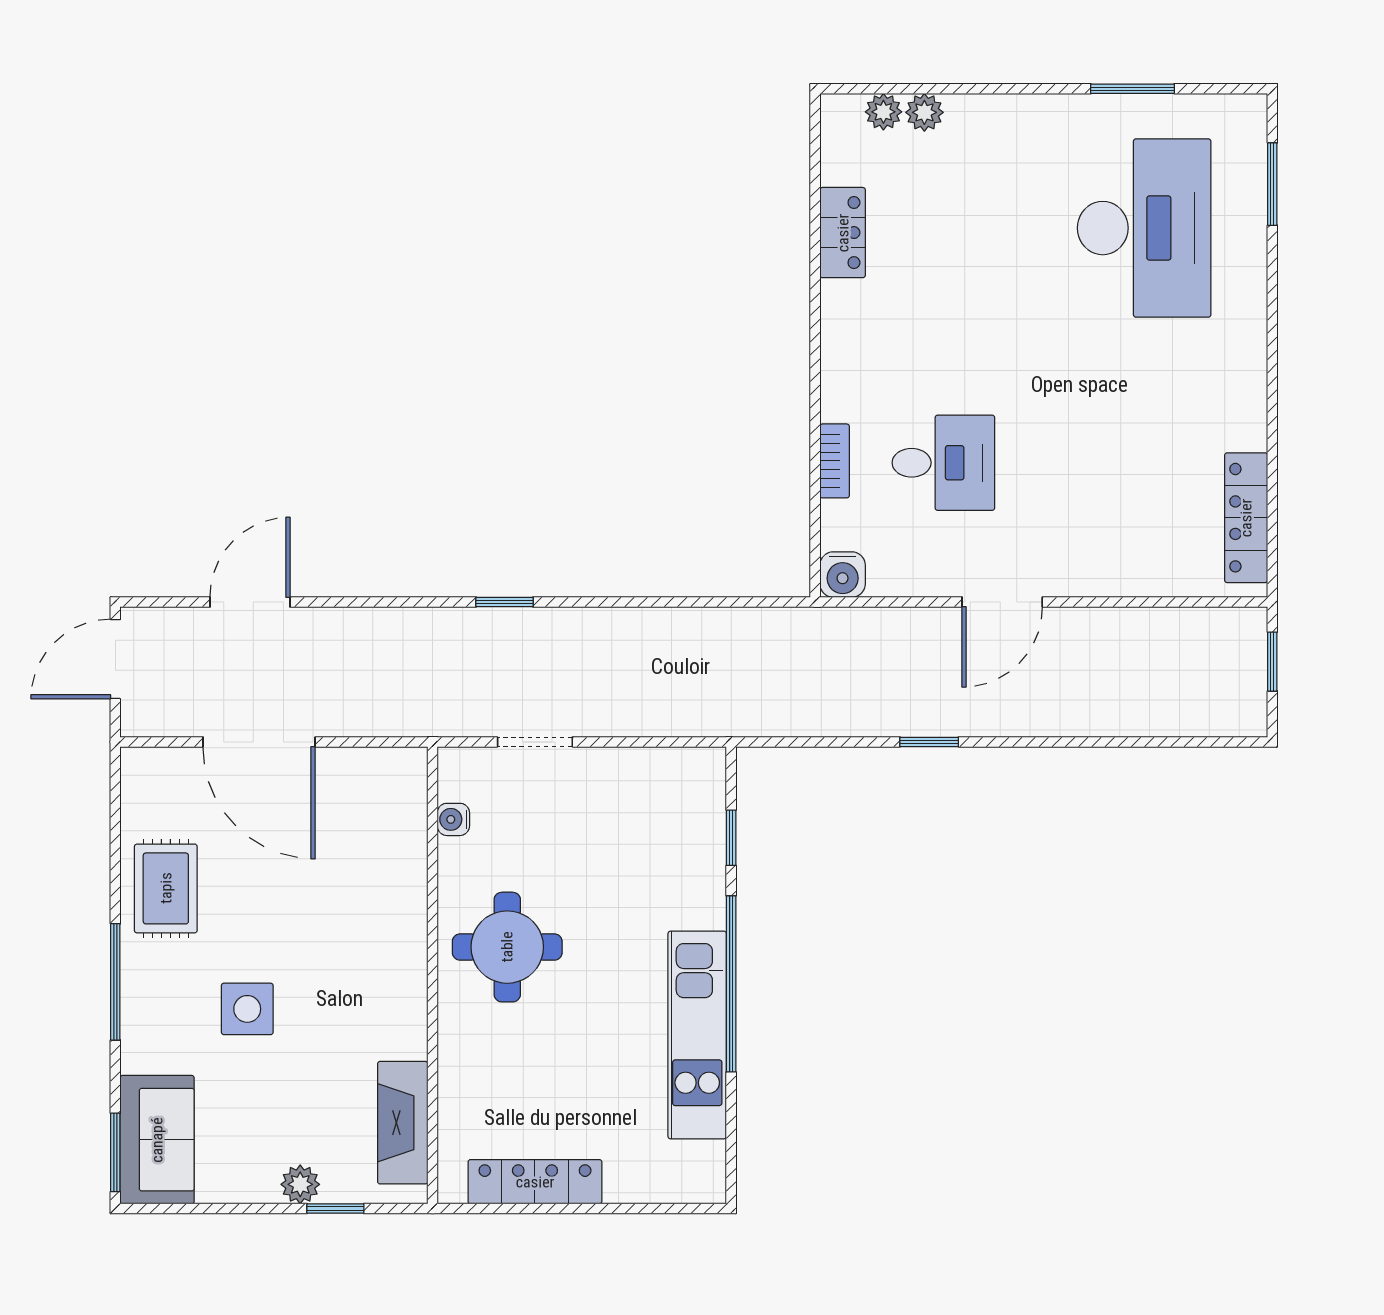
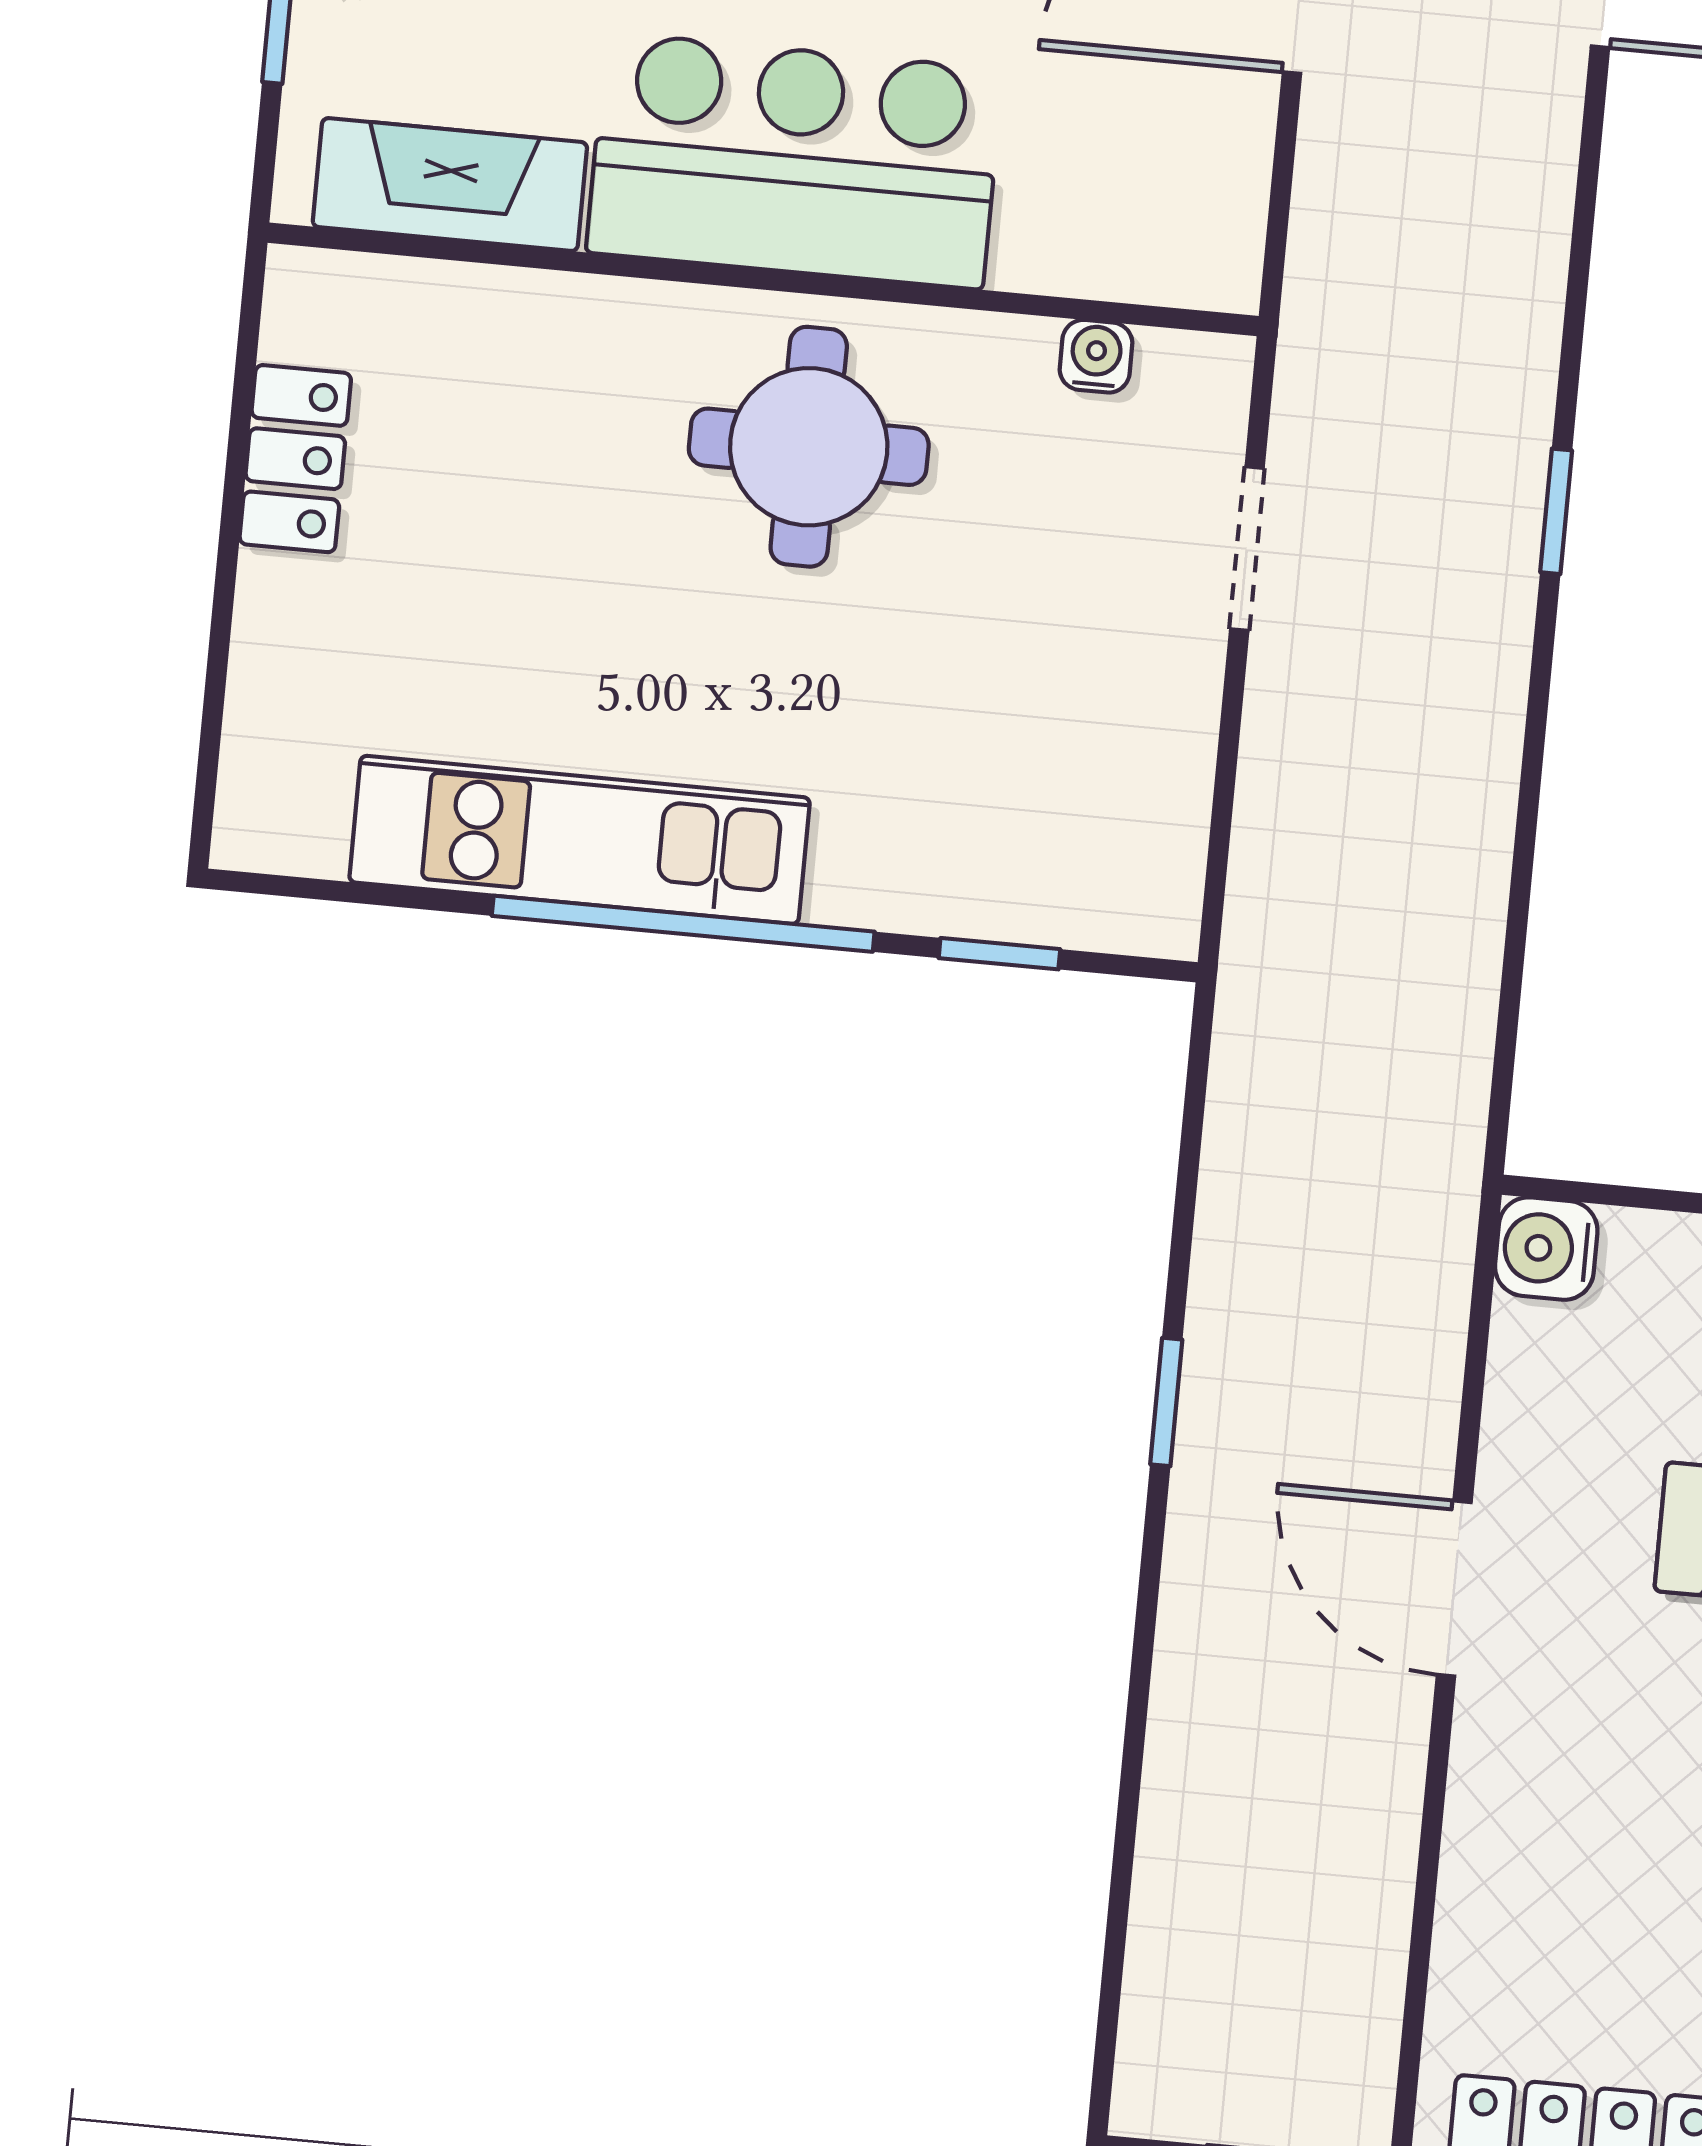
bar counter: (377, 966) -> (795, 161), added
locker: (535, 1182) -> (295, 459), width x0.66

